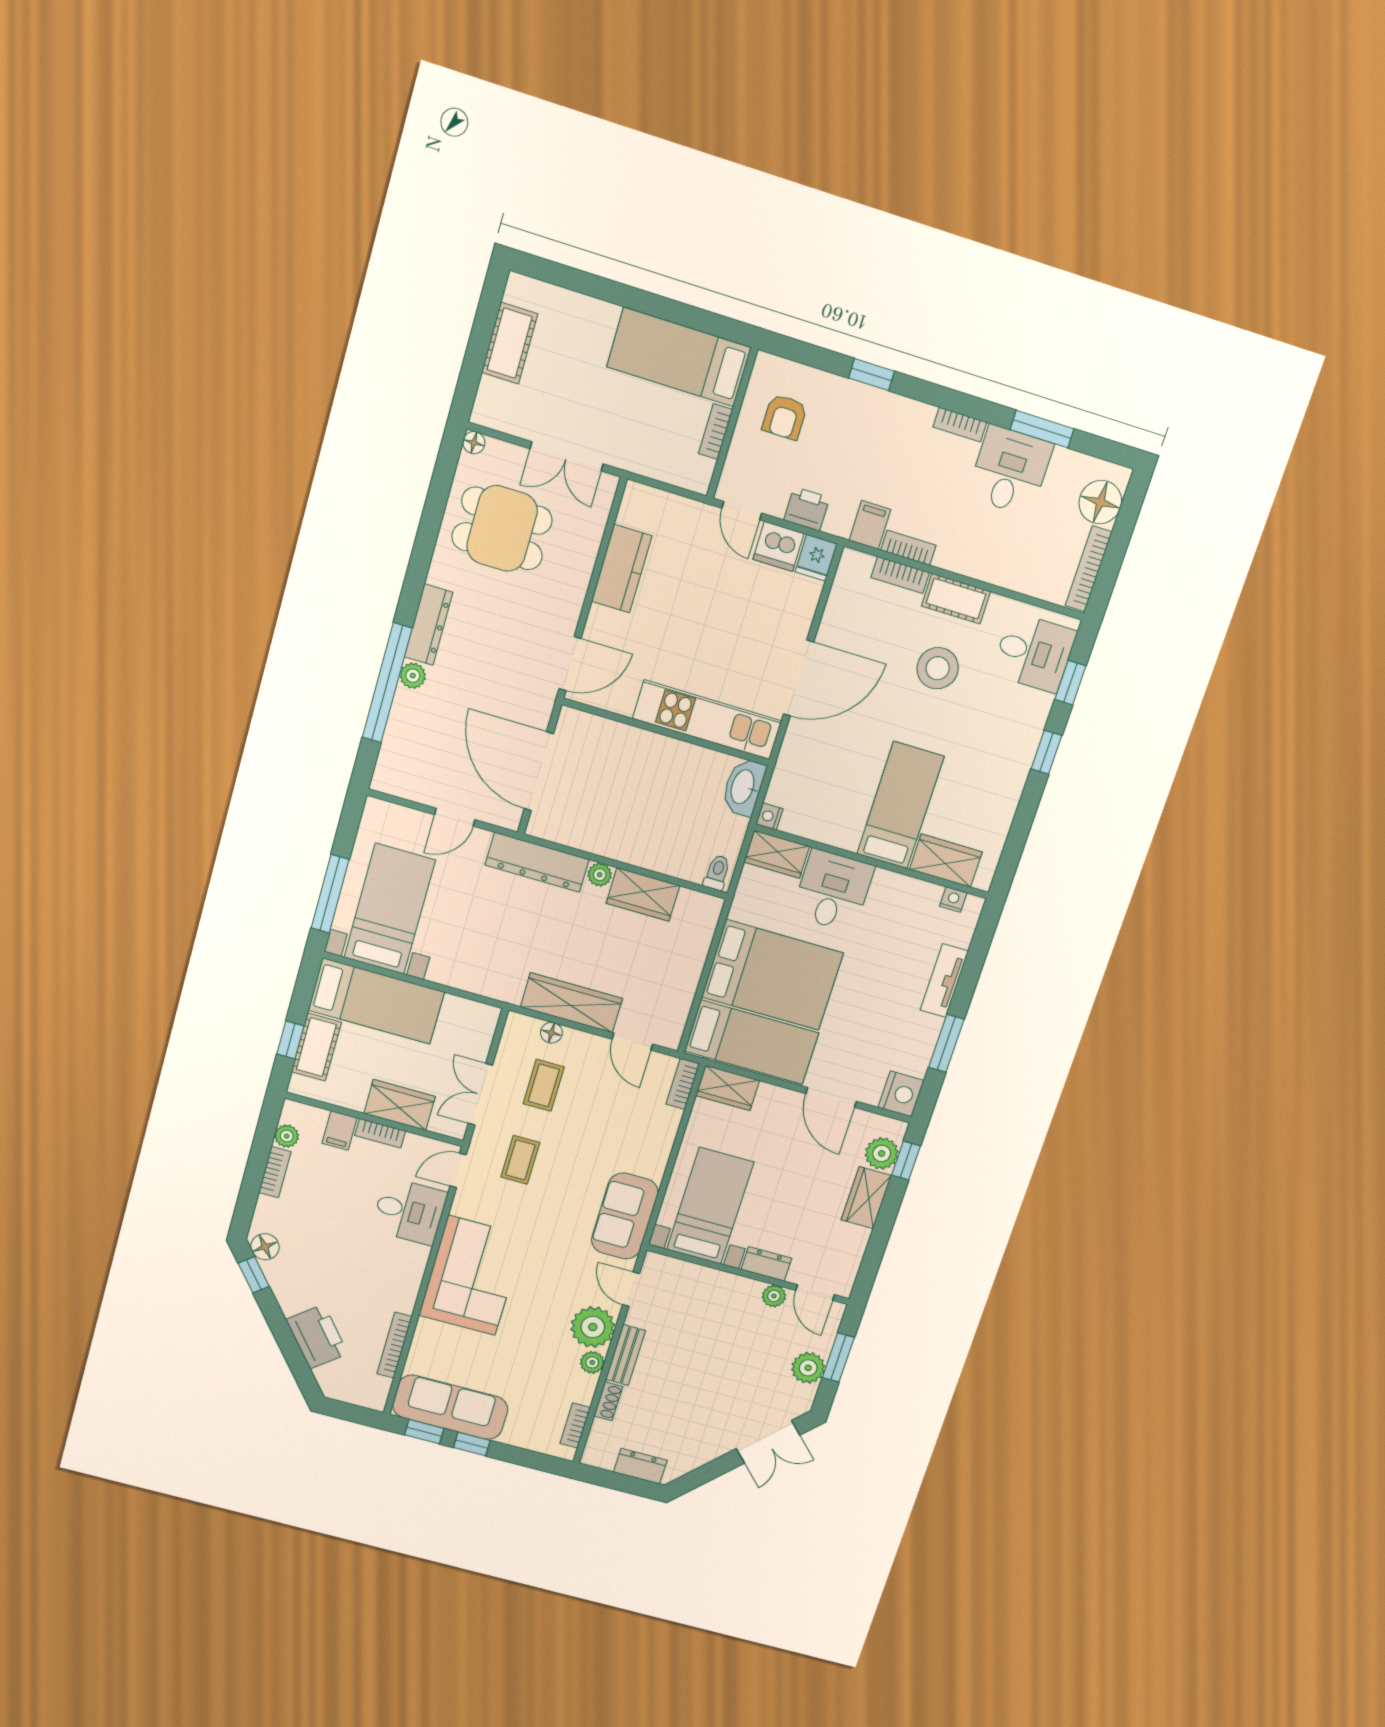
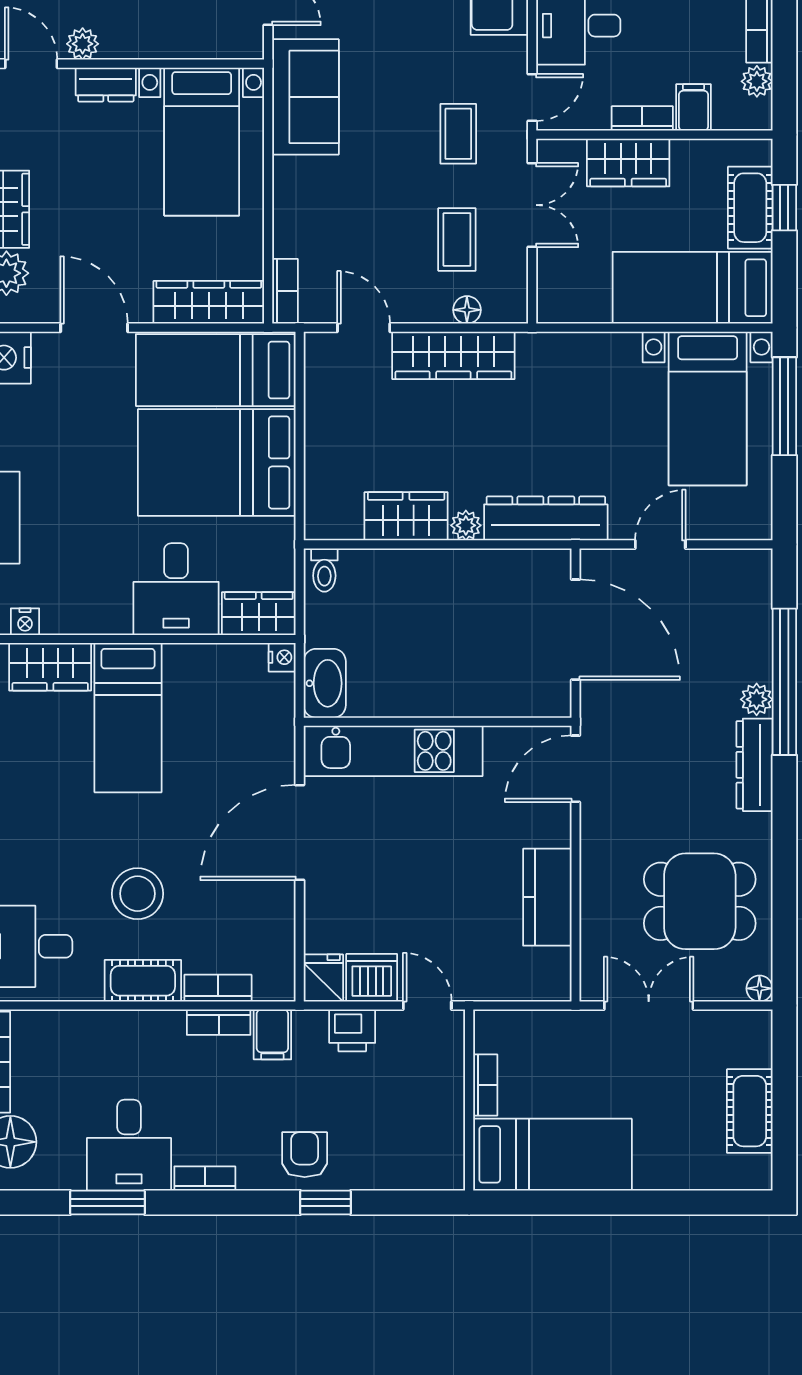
armchair: (785, 417) -> (305, 1155), moved
wardrobe: (728, 1088) -> (209, 302), width x1.50

